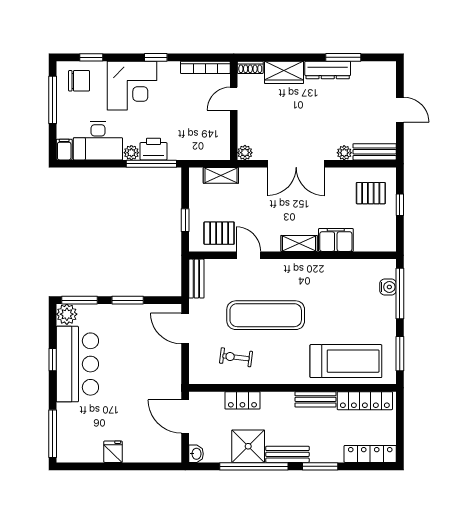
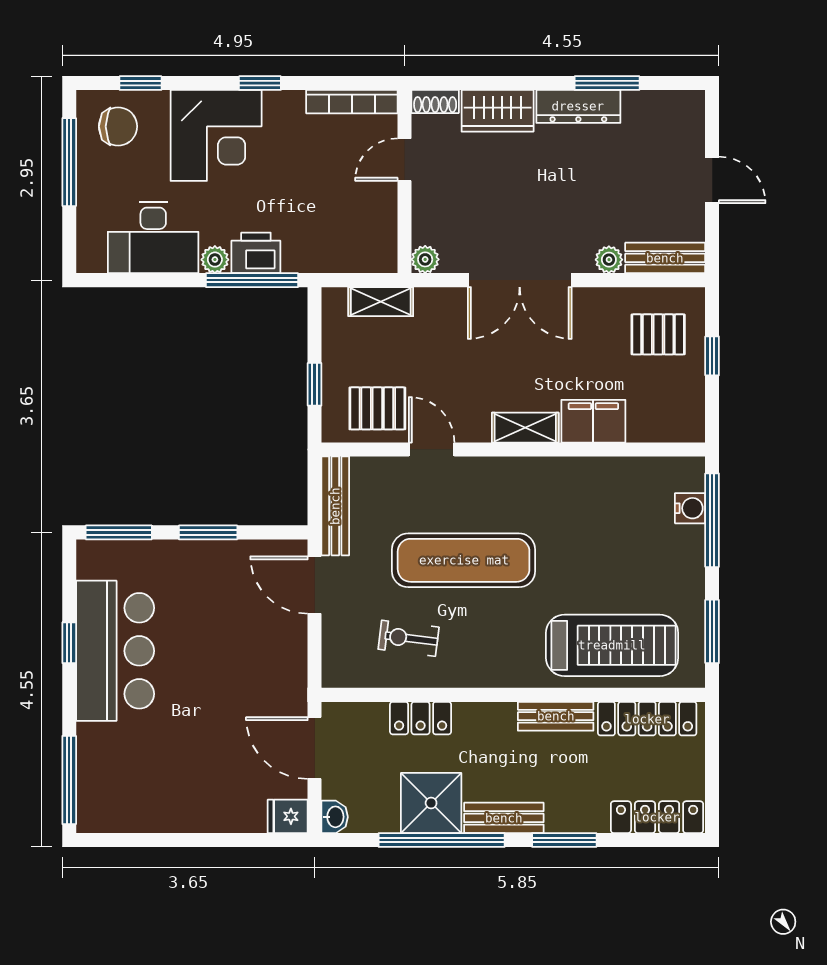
filing cabinet: (64, 150) -> (91, 254), removed
bench: (196, 279) -> (335, 506), width x1.36
plant: (67, 314) -> (95, 559), removed
fridge: (113, 452) -> (288, 816), moved, turned -90

